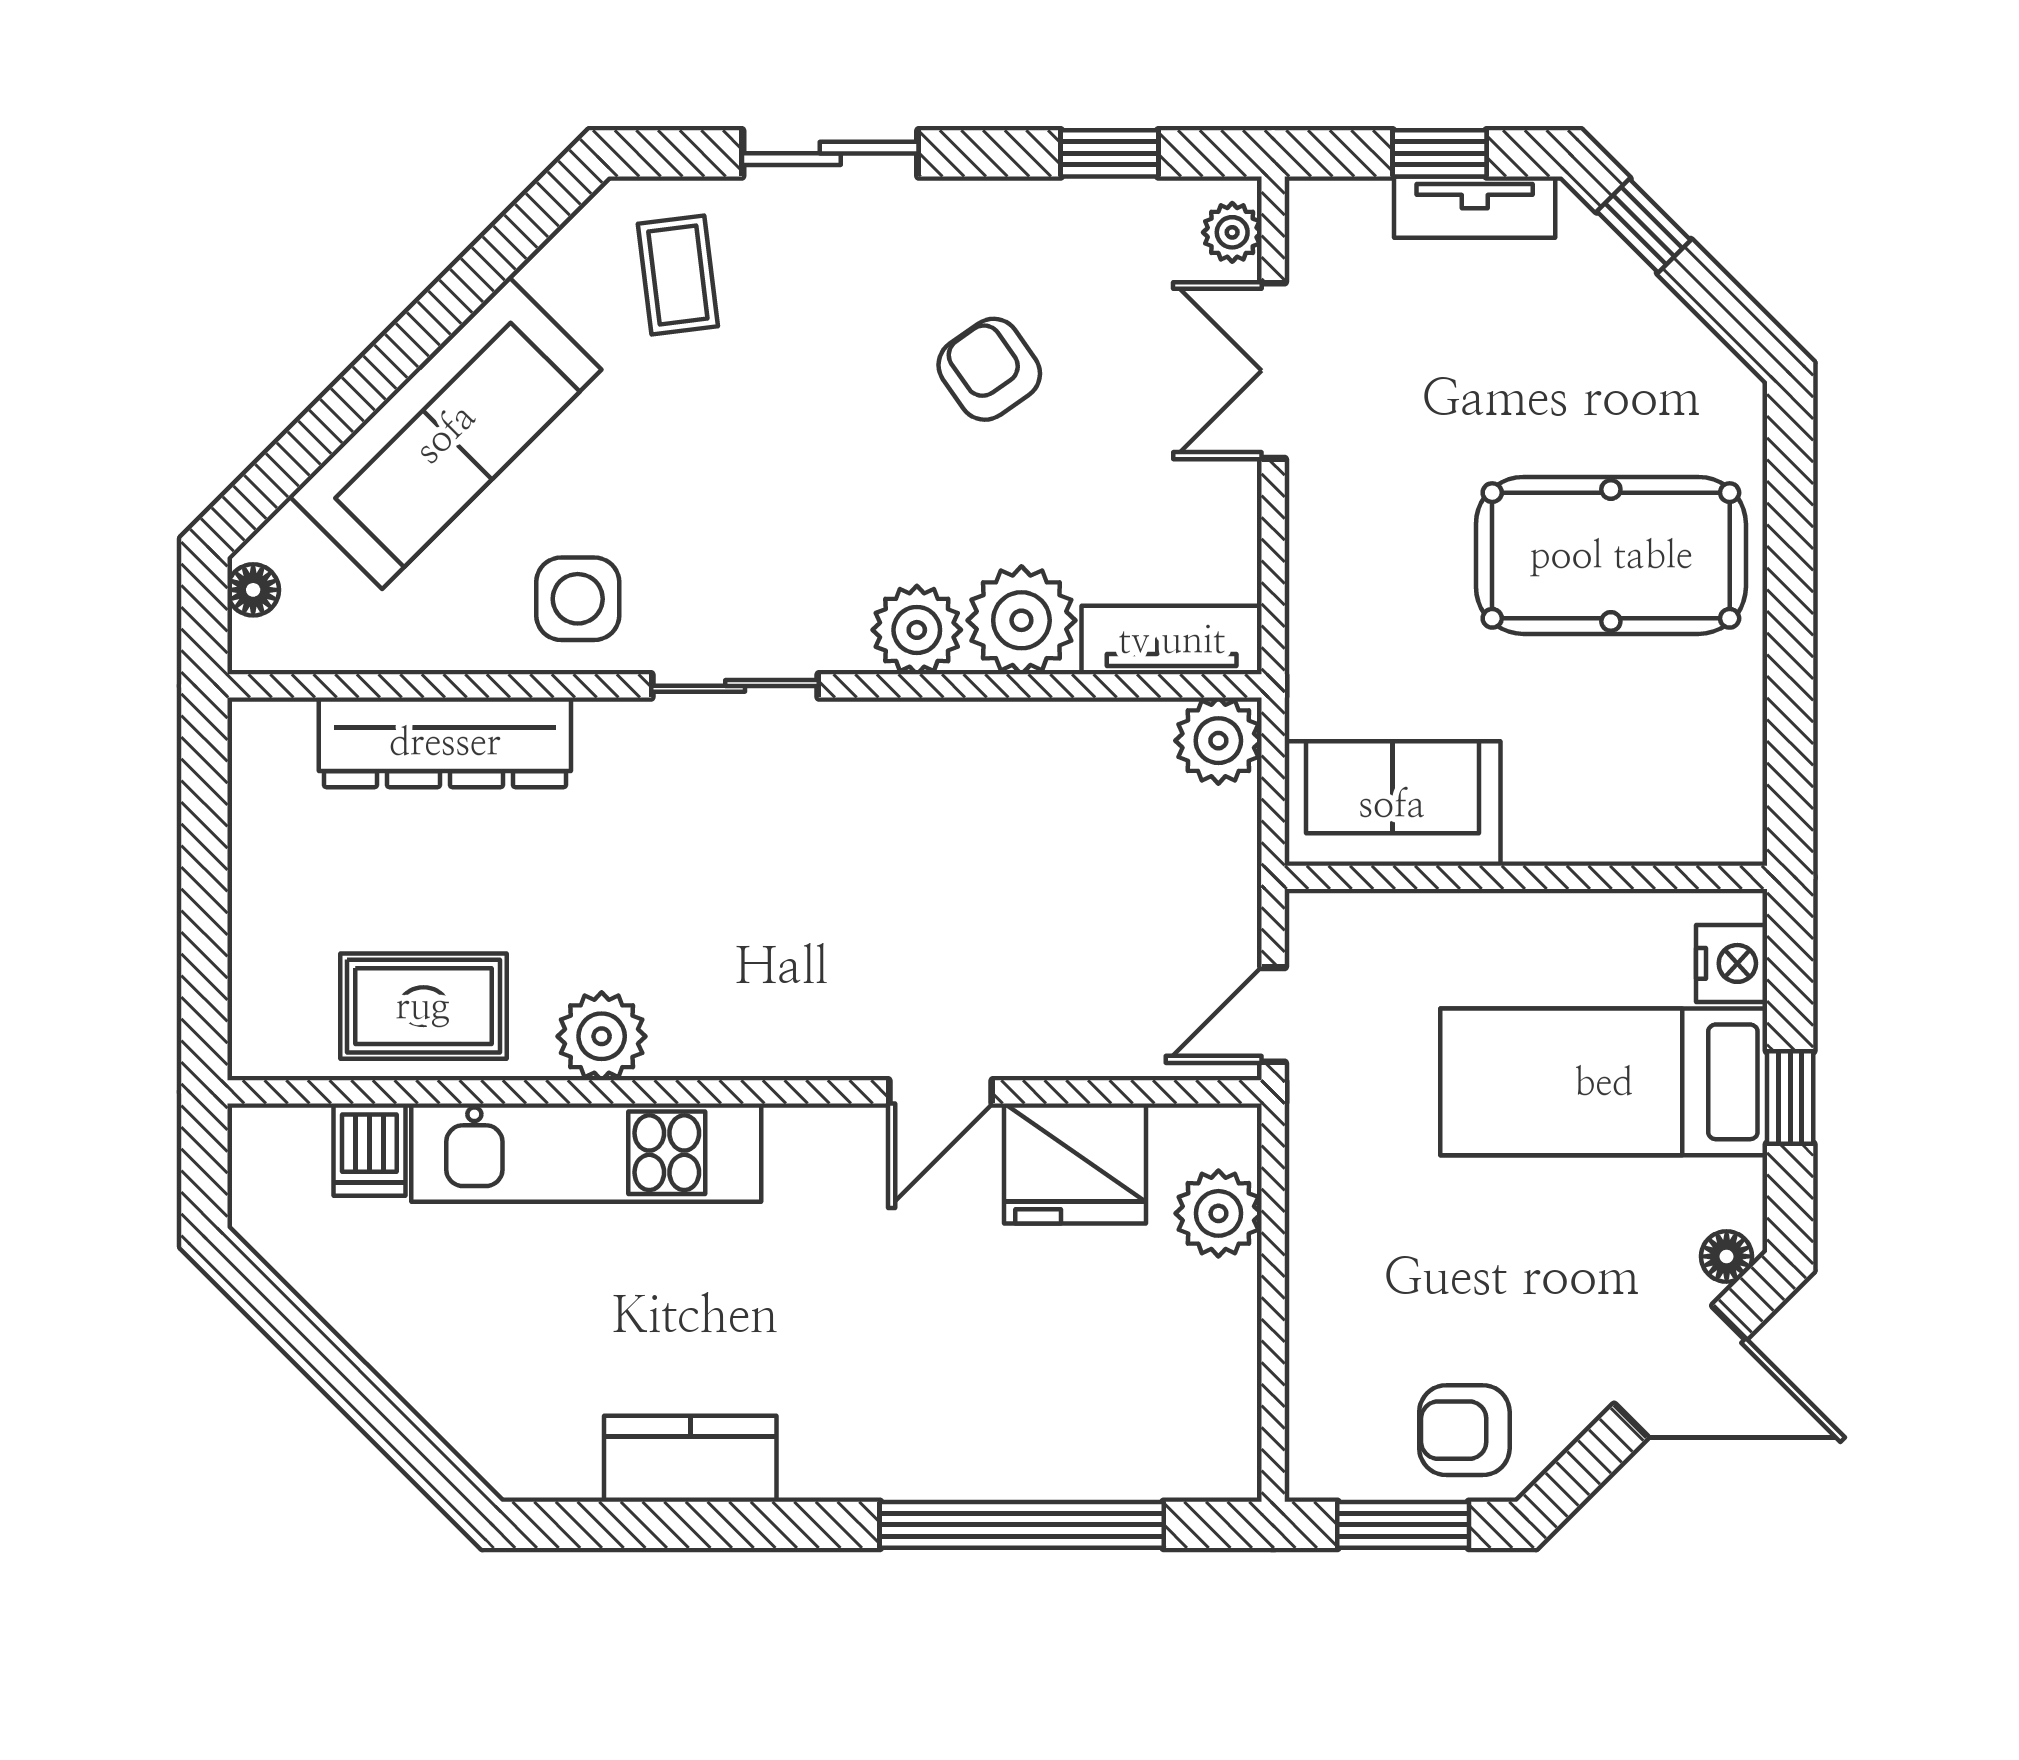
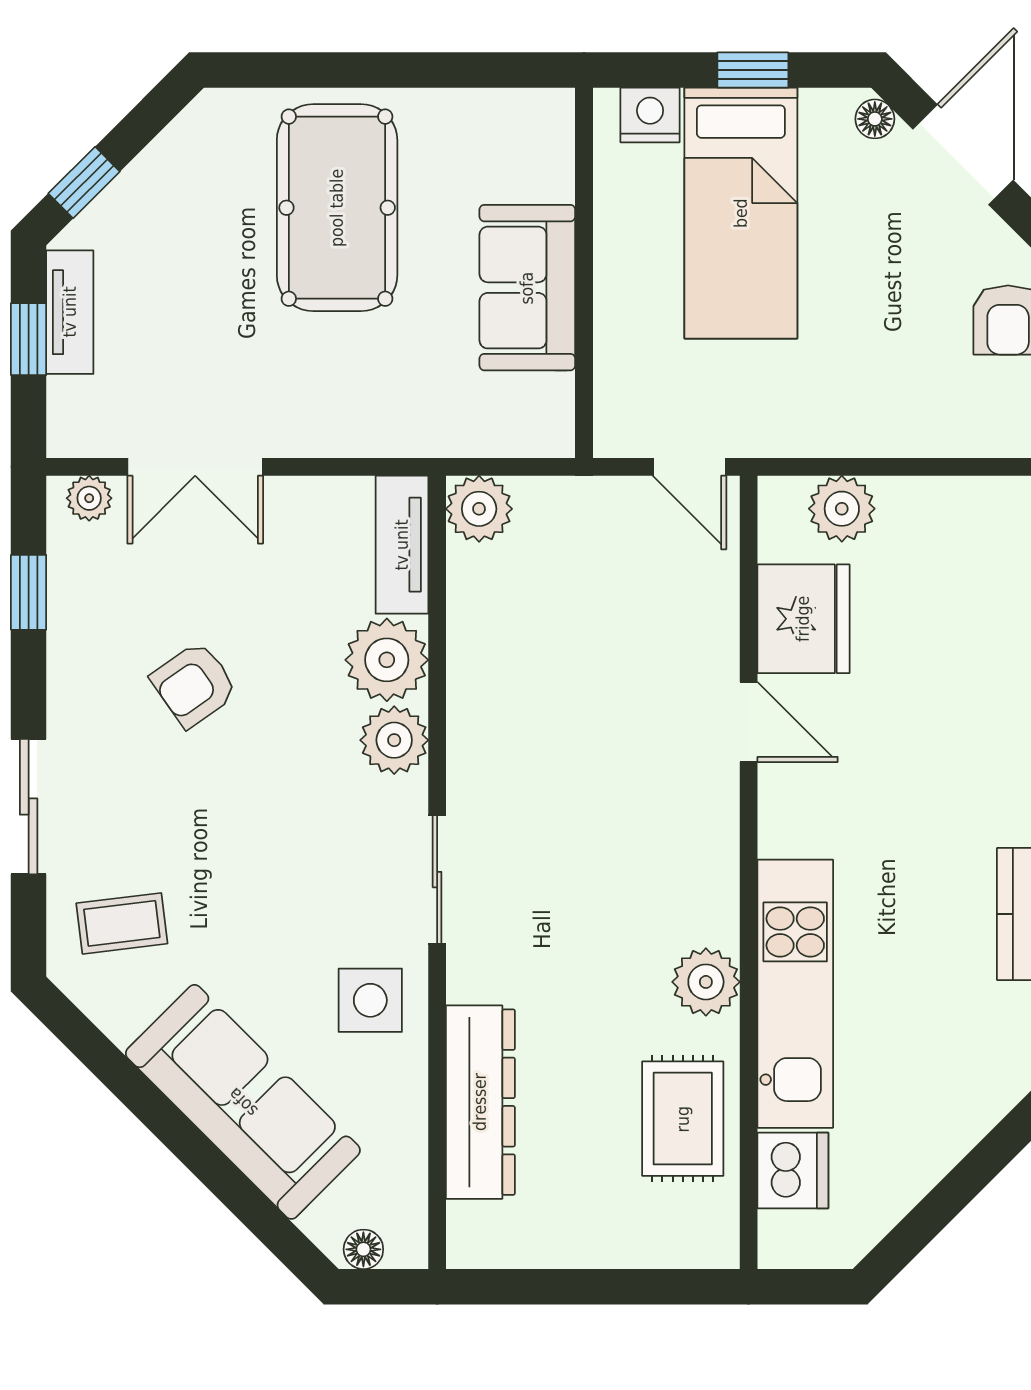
sofa: (1392, 804) -> (527, 288), moved
dishwasher: (369, 1150) -> (793, 1170), width x1.38

